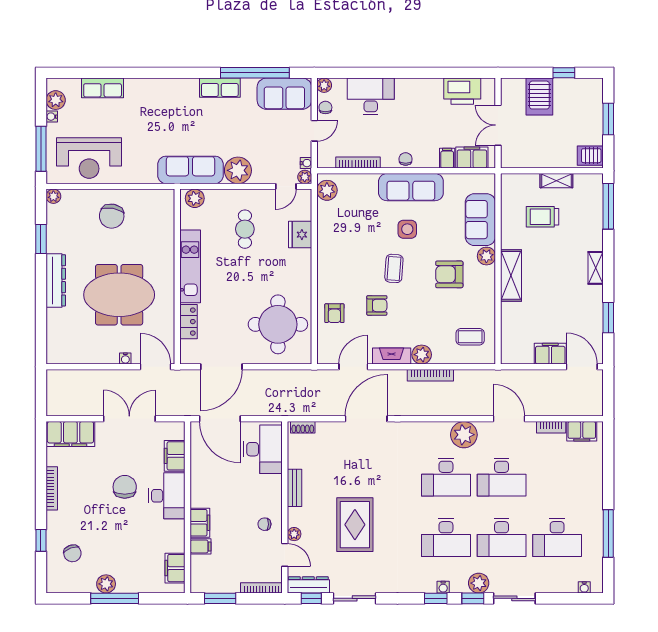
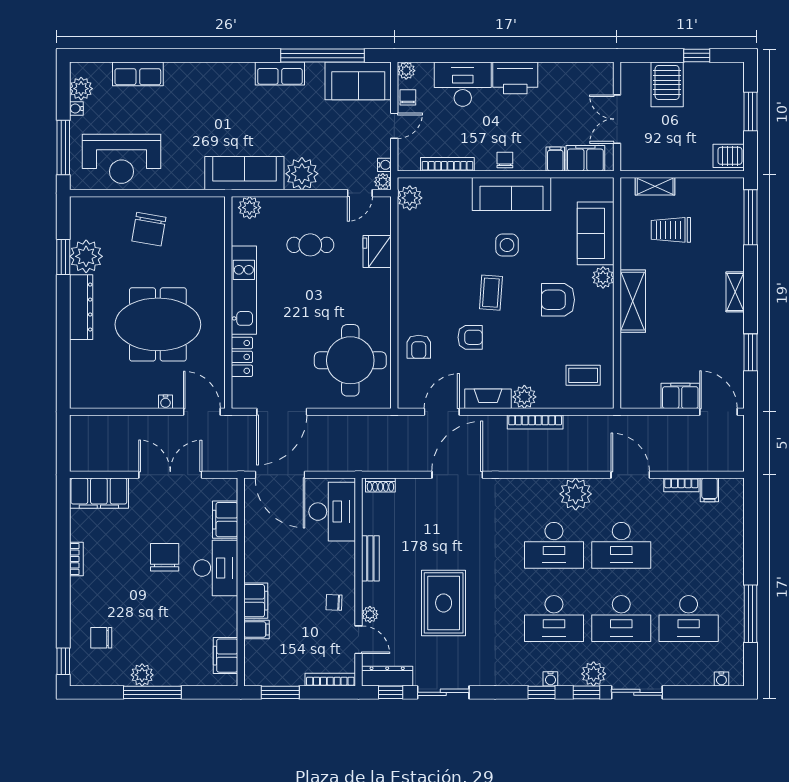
printer: (462, 91) -> (515, 78), moved
shelving: (556, 181) -> (655, 186), moved
plant: (53, 196) -> (86, 256), moved, width x1.88, depth x1.88
cafe table: (245, 229) -> (310, 245), turned 90
filing cabinet: (582, 431) -> (709, 490), width x0.50
bookcase: (52, 488) -> (76, 559), width x0.64
window: (41, 540) -> (63, 661), moved
chair: (72, 553) -> (101, 638), turned 110

